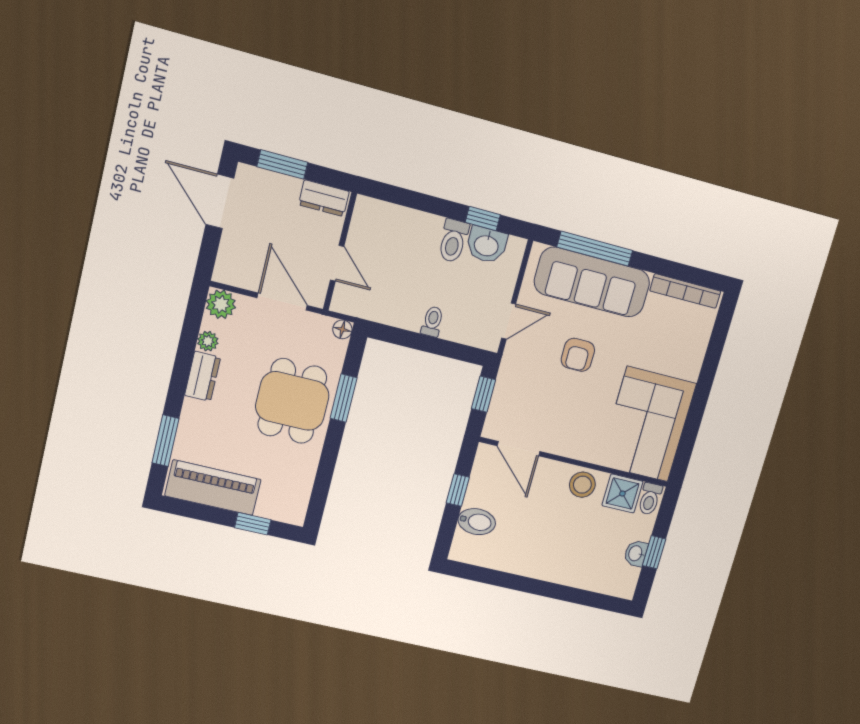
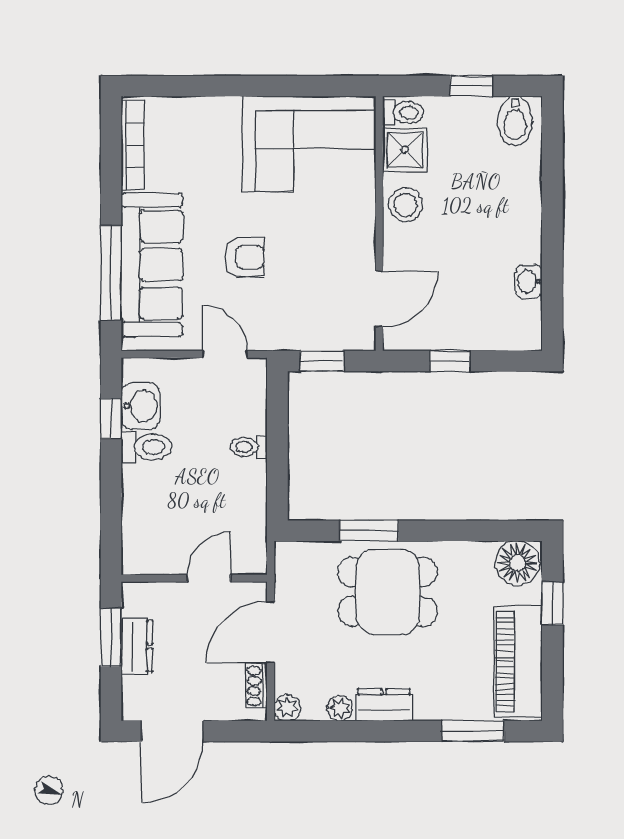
window: (282, 165) -> (111, 638), moved
dresser: (324, 198) -> (137, 646), moved
shoe rack: (241, 279) -> (256, 686), added
plant: (221, 304) -> (287, 708), width x0.73, depth x0.73
floor lamp: (342, 329) -> (517, 563), moved, width x1.89, depth x1.89
bidet: (477, 522) -> (515, 121), moved, turned 180
washbasin: (636, 553) -> (529, 282), moved, turned 90

